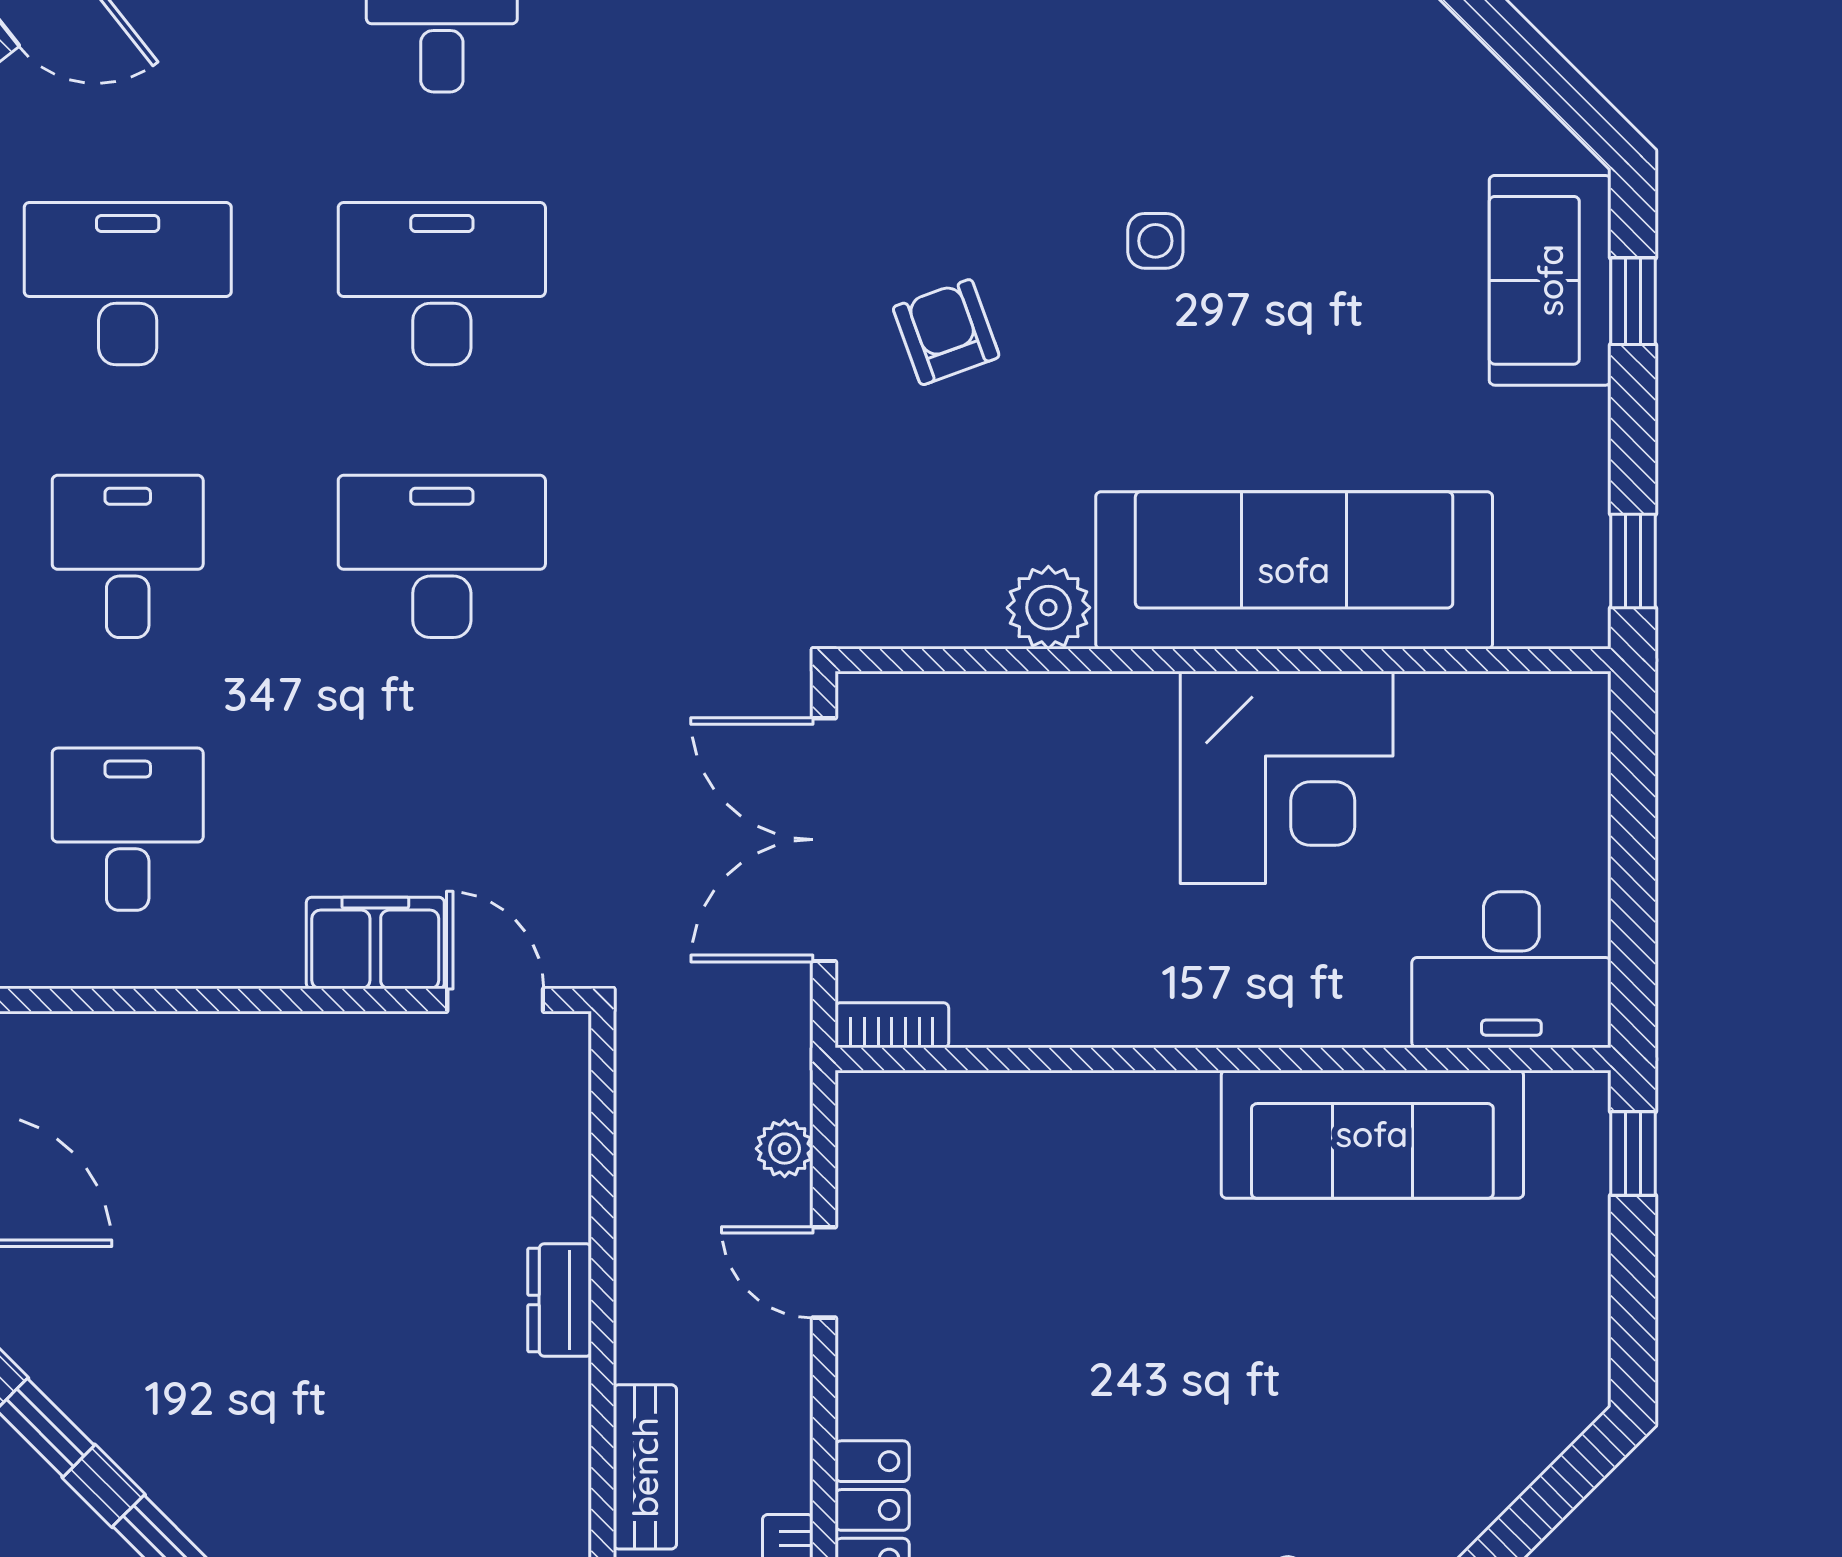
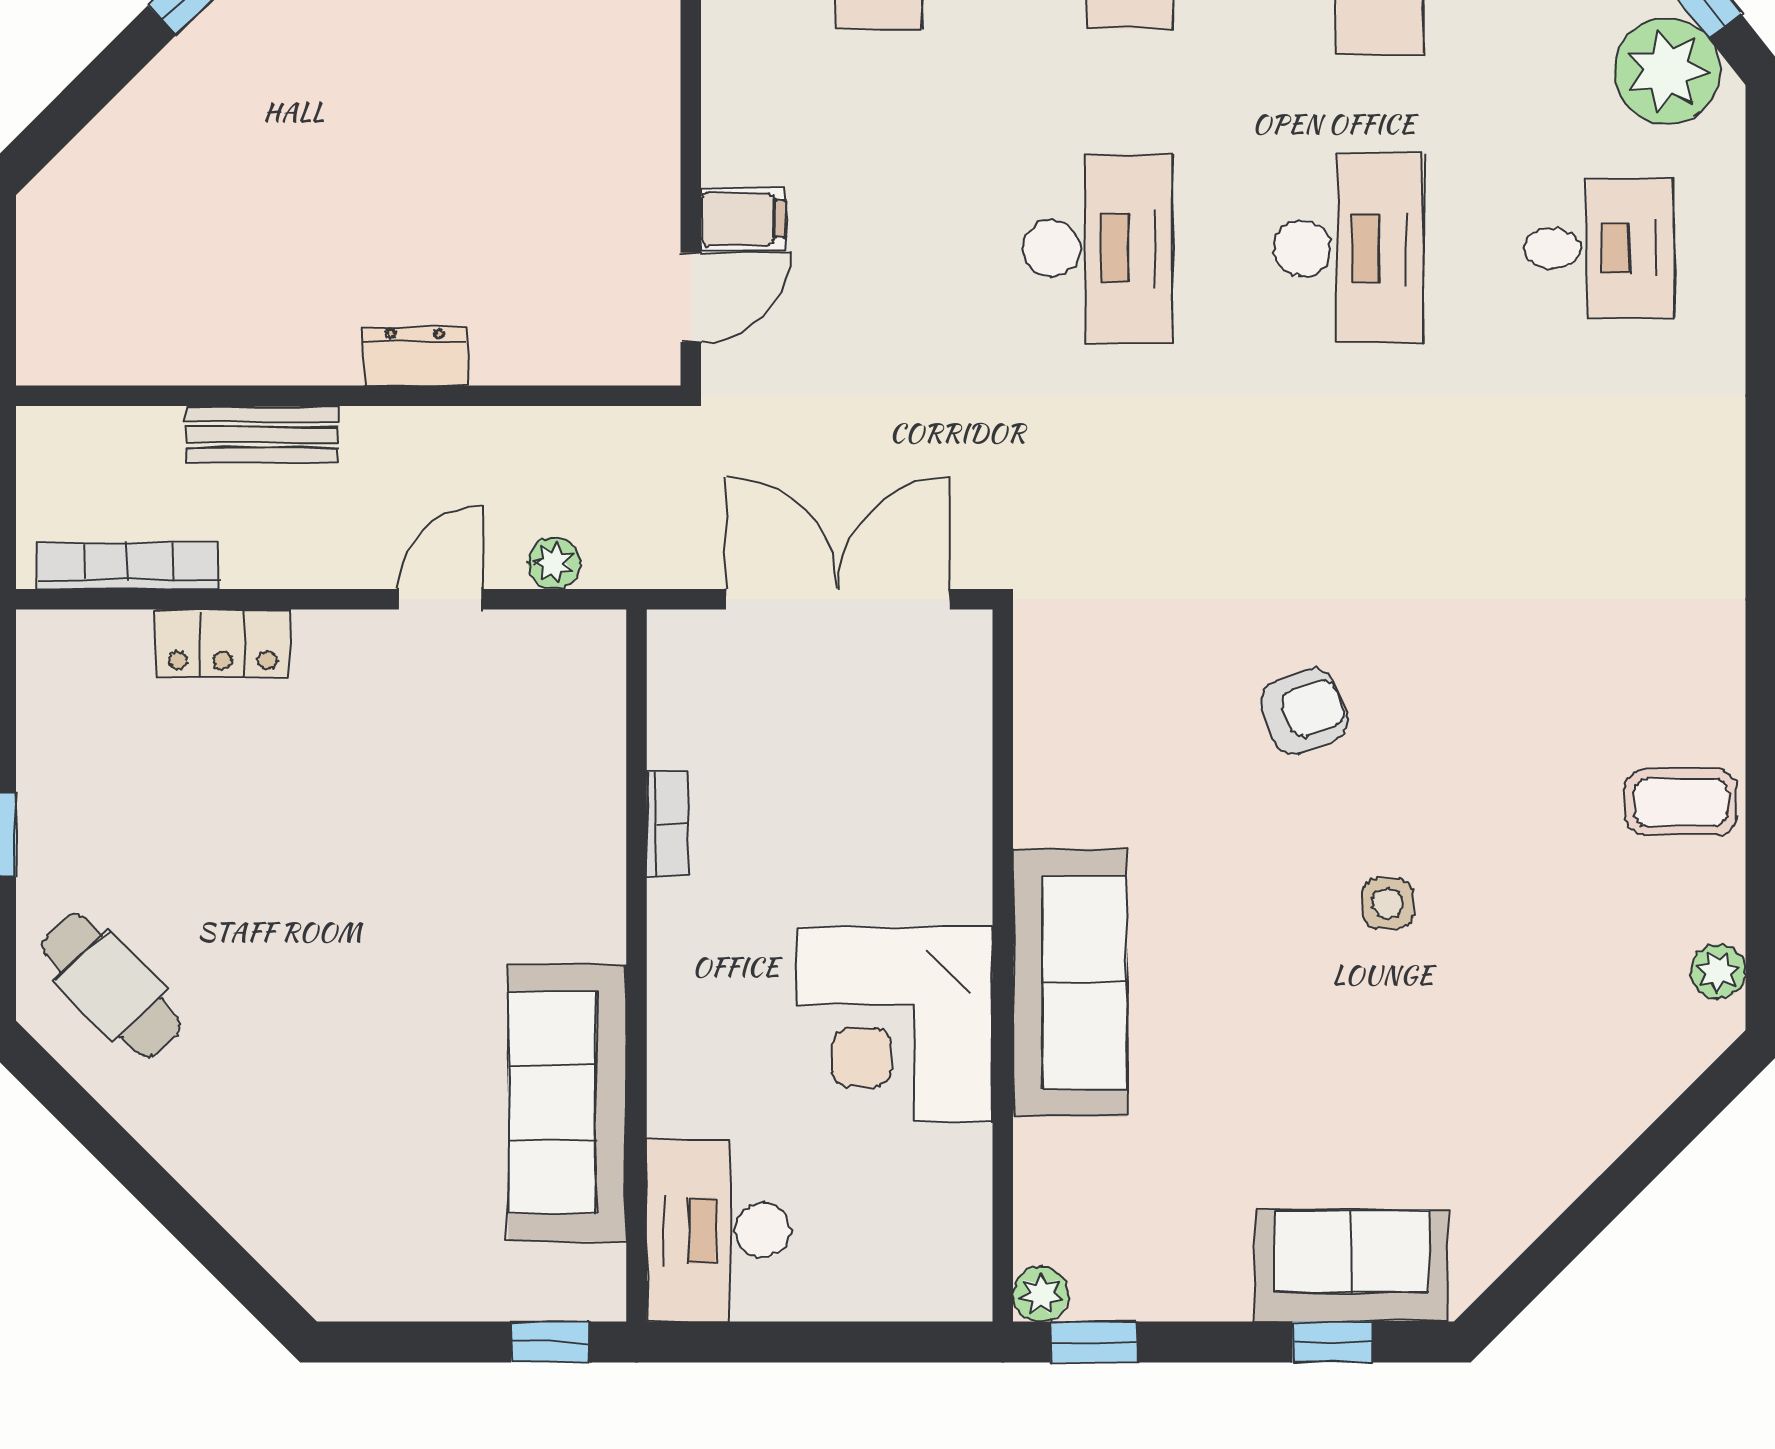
sofa: (1294, 570) -> (1070, 983), width x0.74, depth x0.79
plant: (1048, 608) -> (1041, 1294), moved, width x0.73, depth x0.73
filing cabinet: (375, 943) -> (743, 219), width x0.50
bookcase: (892, 1025) -> (667, 824), moved

